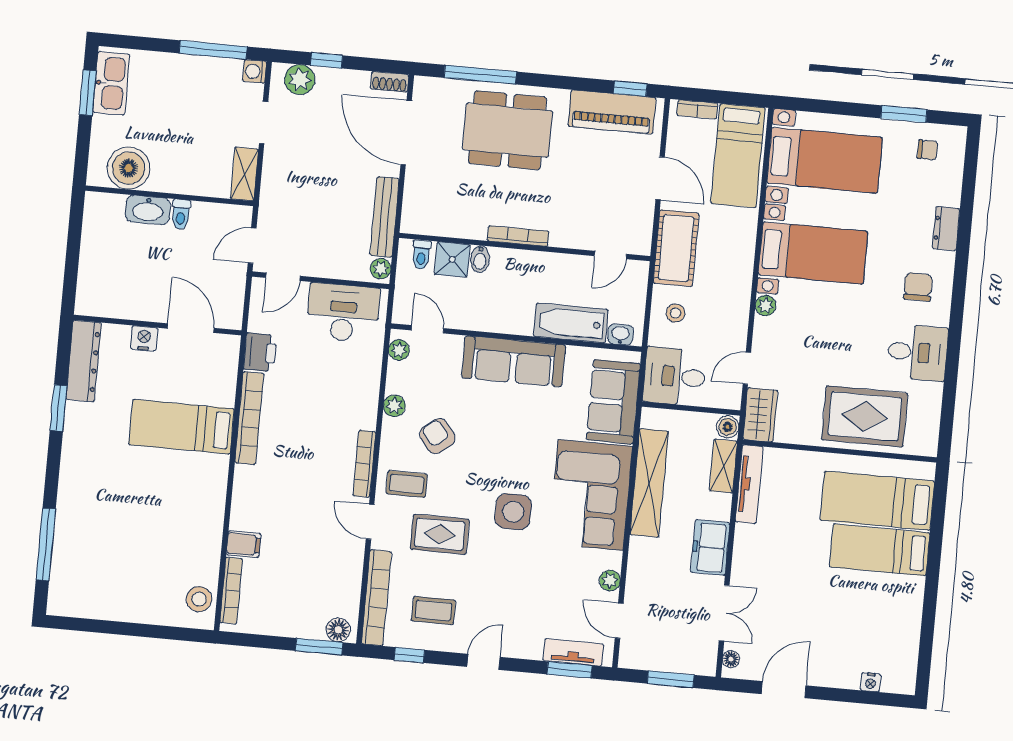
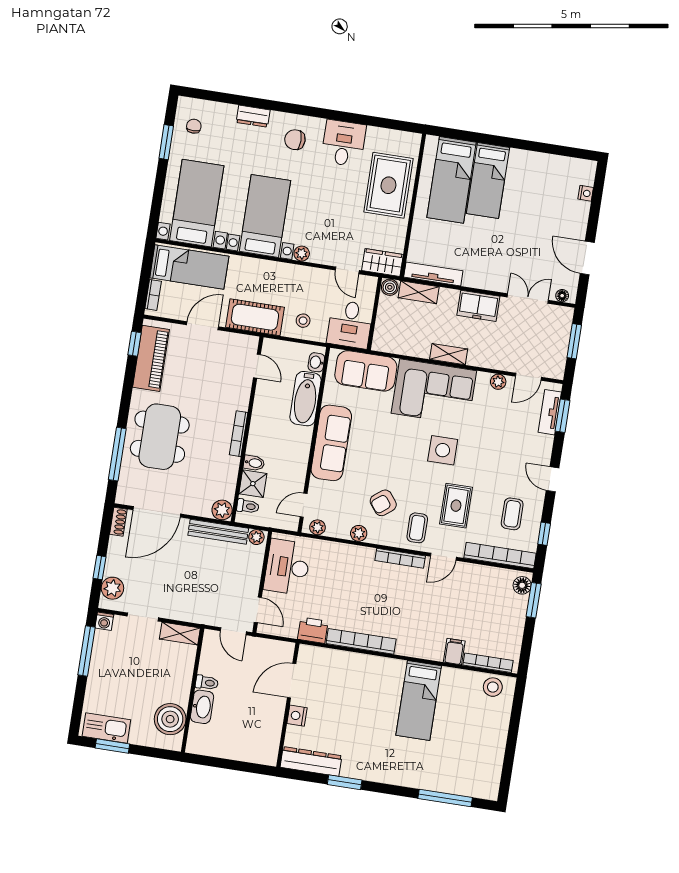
plant: (414, 220) -> (222, 510), added
bed: (181, 427) -> (419, 701), moved
shelving: (649, 483) -> (449, 354), width x0.45, depth x0.75

